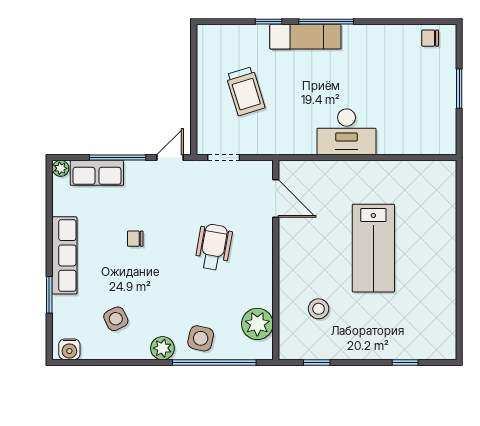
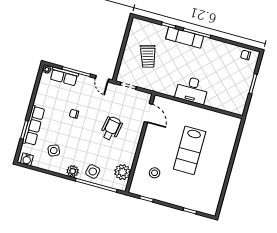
door: (170, 158) -> (102, 79), swing flipped
row of seats: (64, 255) -> (33, 125), moved

